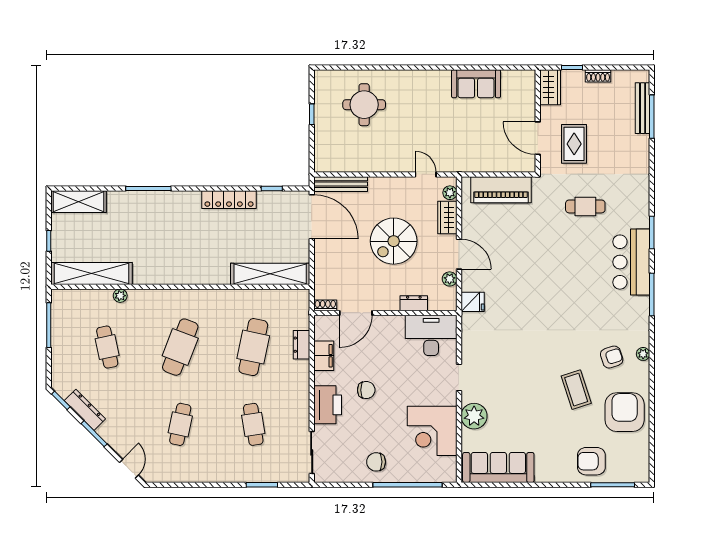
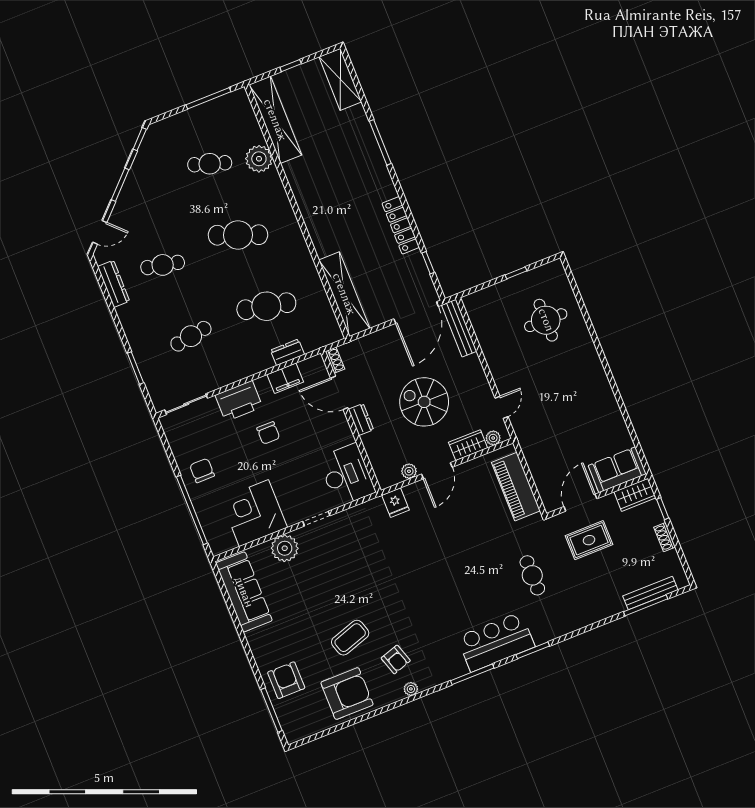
sofa: (476, 84) -> (617, 470), moved, turned 90
plant: (120, 296) -> (259, 159), width x1.88, depth x1.88
dresser: (414, 303) -> (361, 420), moved
cafe table: (107, 347) -> (210, 164), turned 30
dresser: (85, 410) -> (114, 284), moved, turned -45

